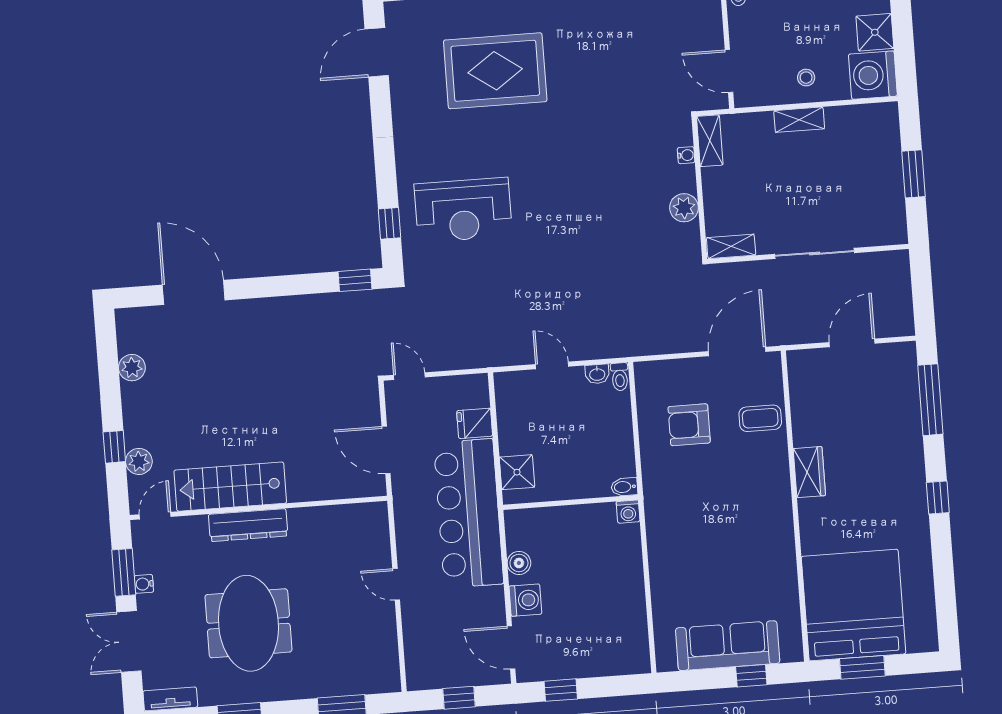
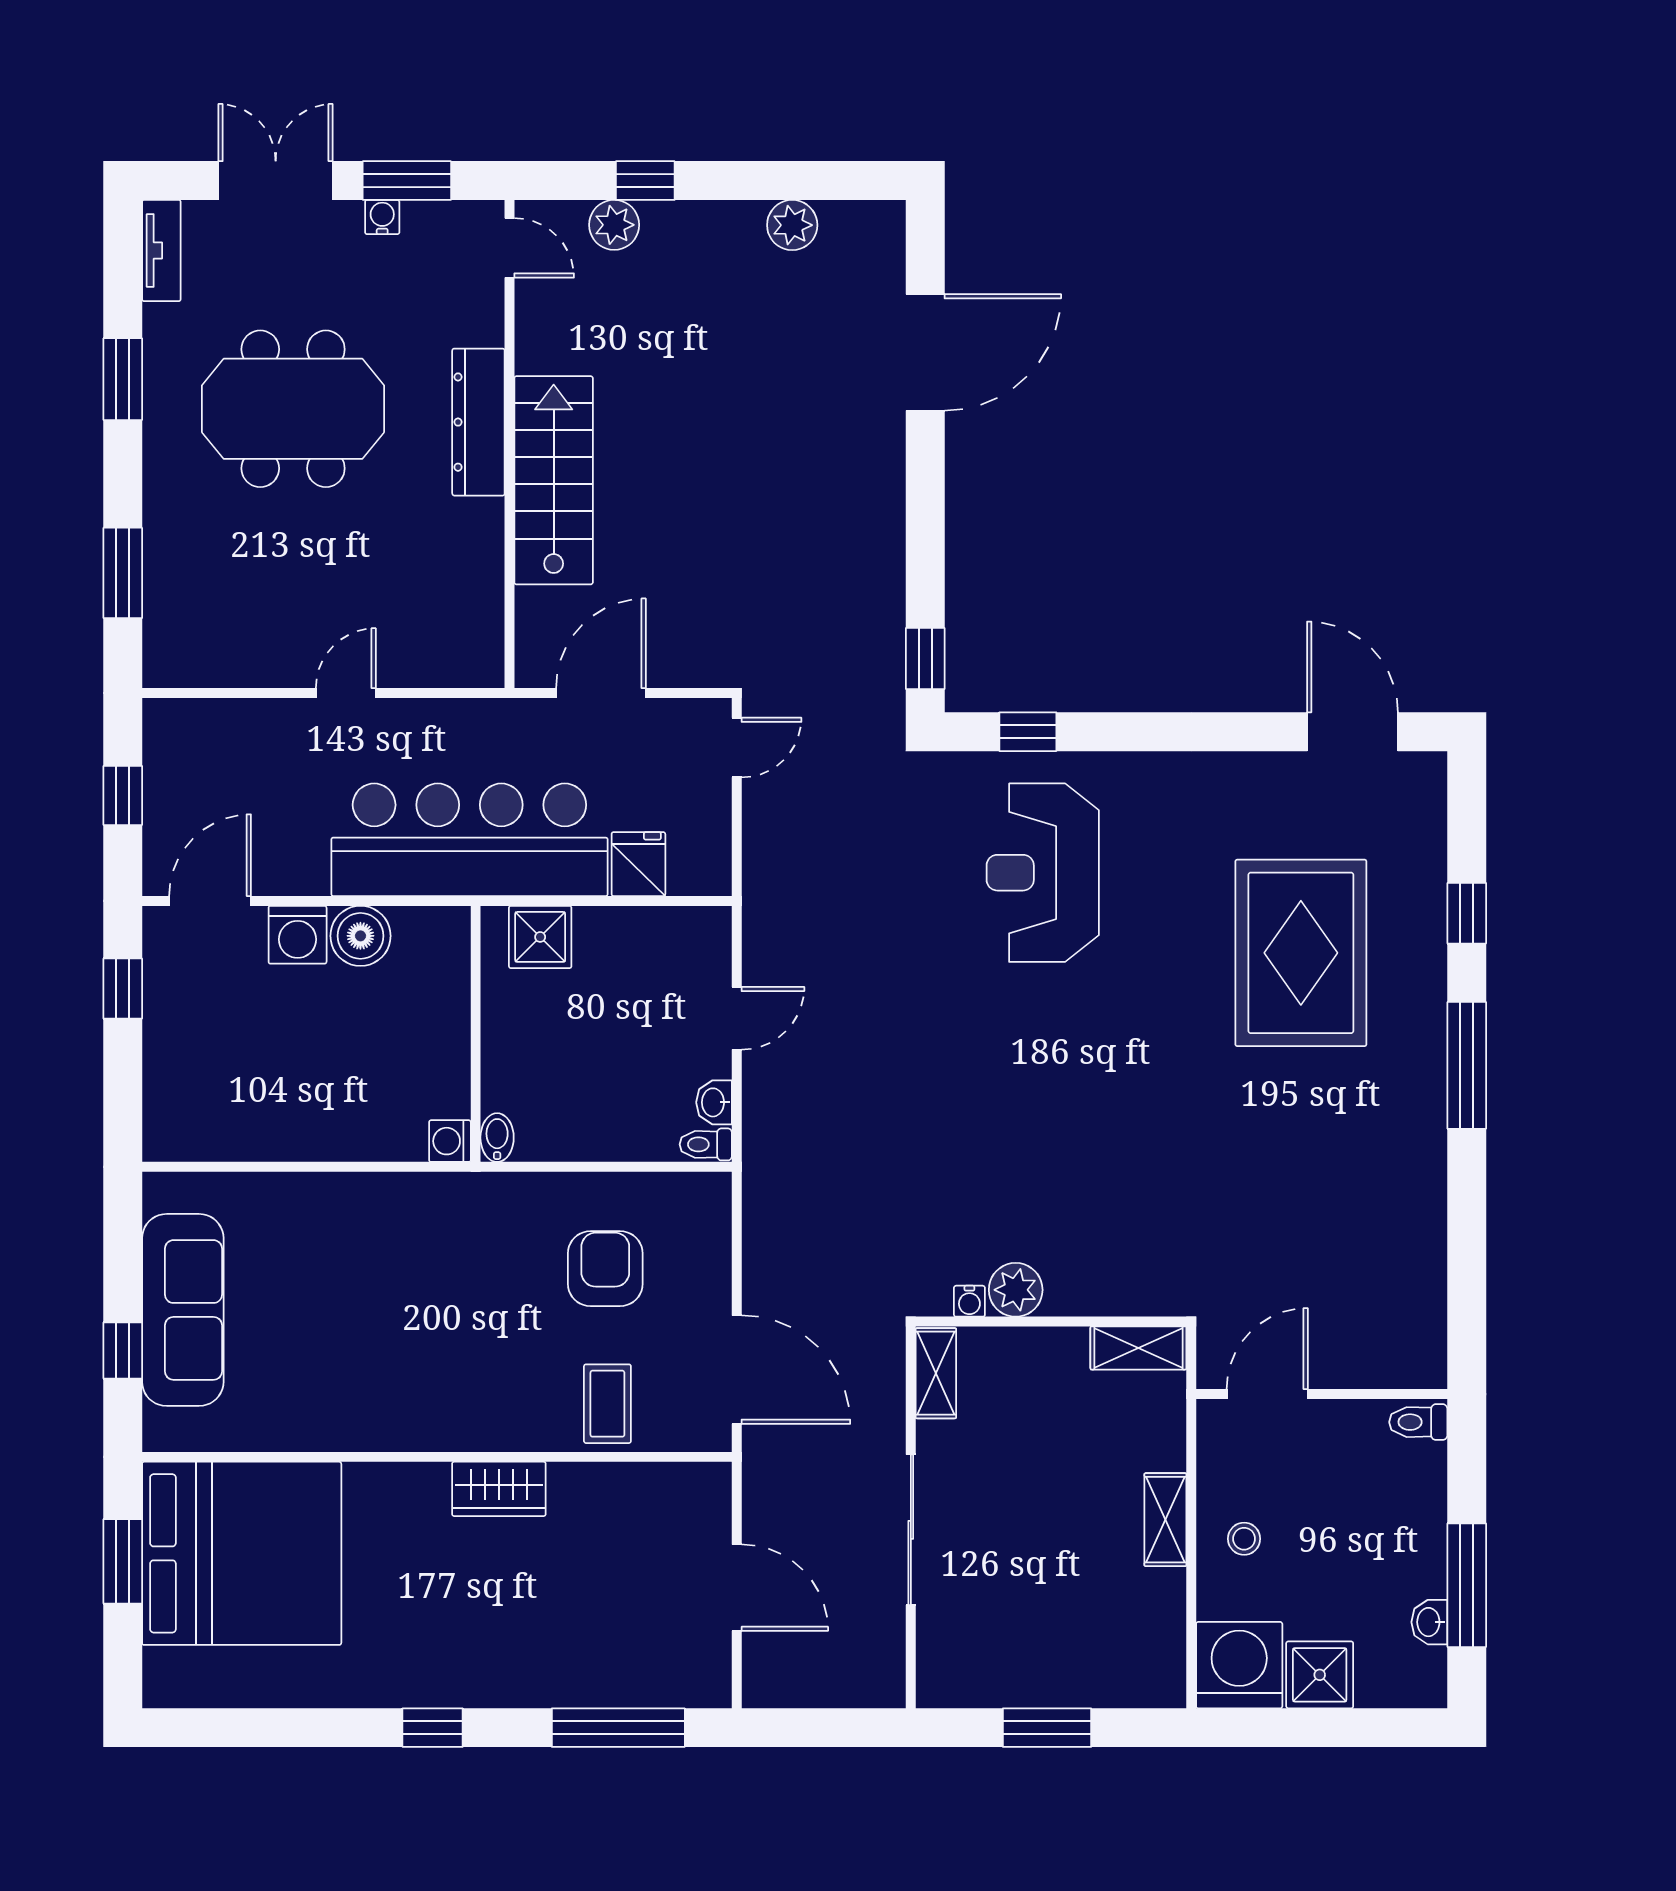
water cooler: (686, 155) -> (969, 1301), moved
stairs: (230, 487) -> (554, 480), moved
boiler: (519, 563) -> (360, 936), width x1.36, depth x1.36

